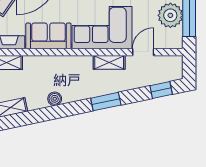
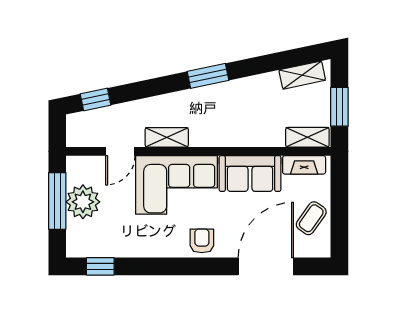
boiler: (55, 99) -> (242, 87), removed
window: (106, 102) -> (208, 76), moved

